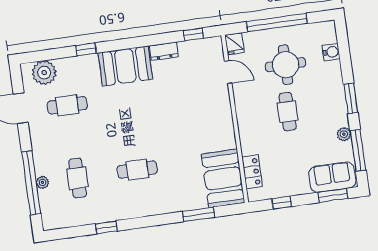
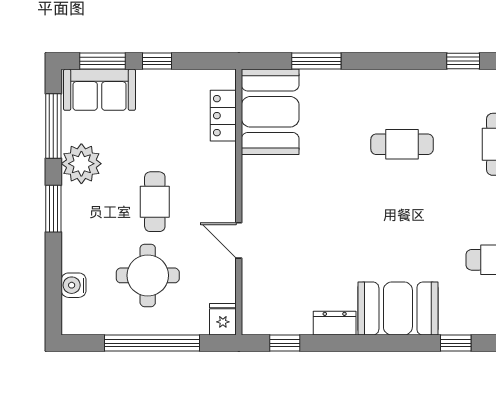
door: (228, 72) -> (239, 240), moved
plant: (344, 134) -> (81, 164), width x1.87, depth x1.87
window: (282, 203) -> (157, 61), moved

